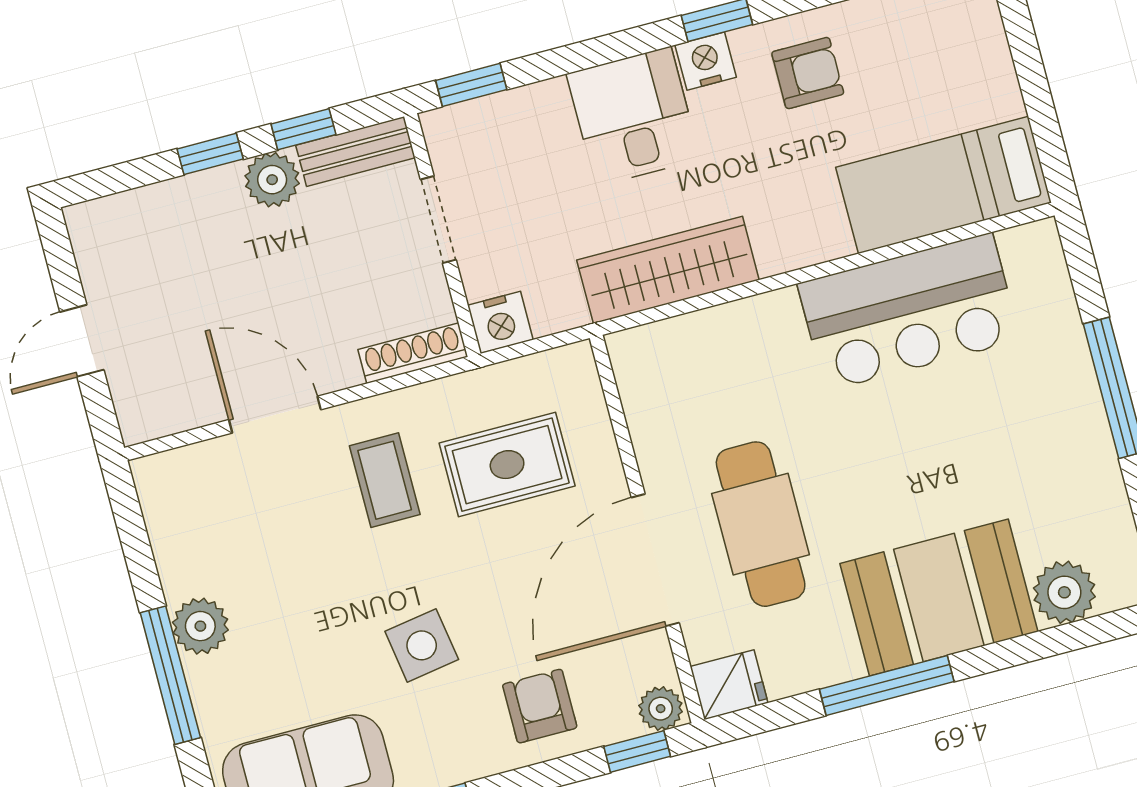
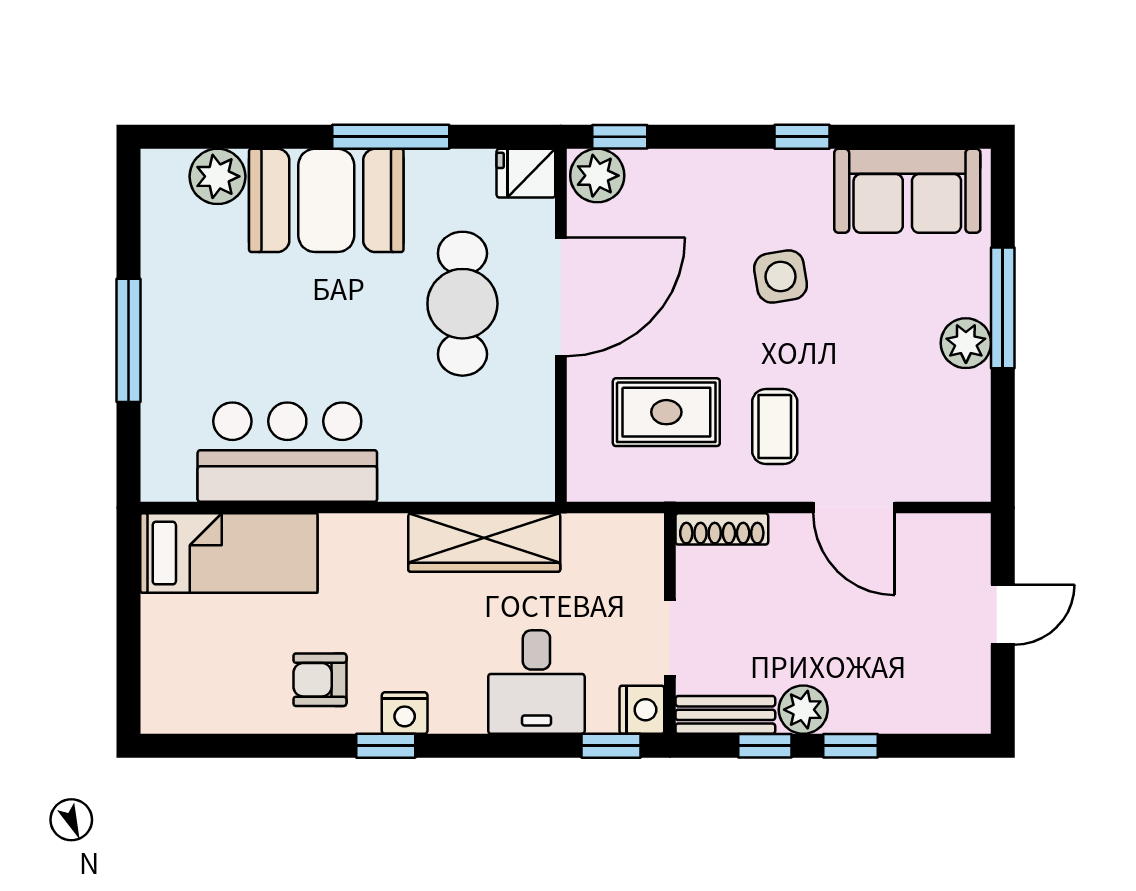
desk: (633, 116) -> (536, 682), moved
nightstand: (500, 322) -> (642, 710), moved, turned 90
armchair: (540, 706) -> (693, 198), removed
plant: (661, 709) -> (597, 176), width x1.38, depth x1.38

